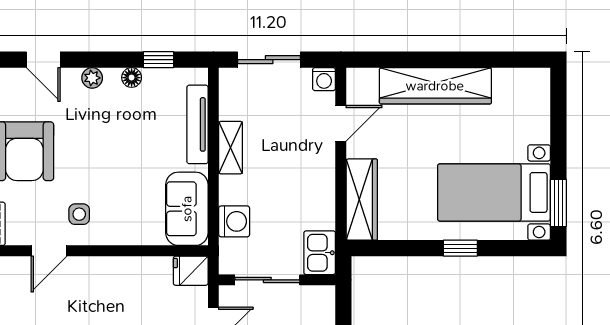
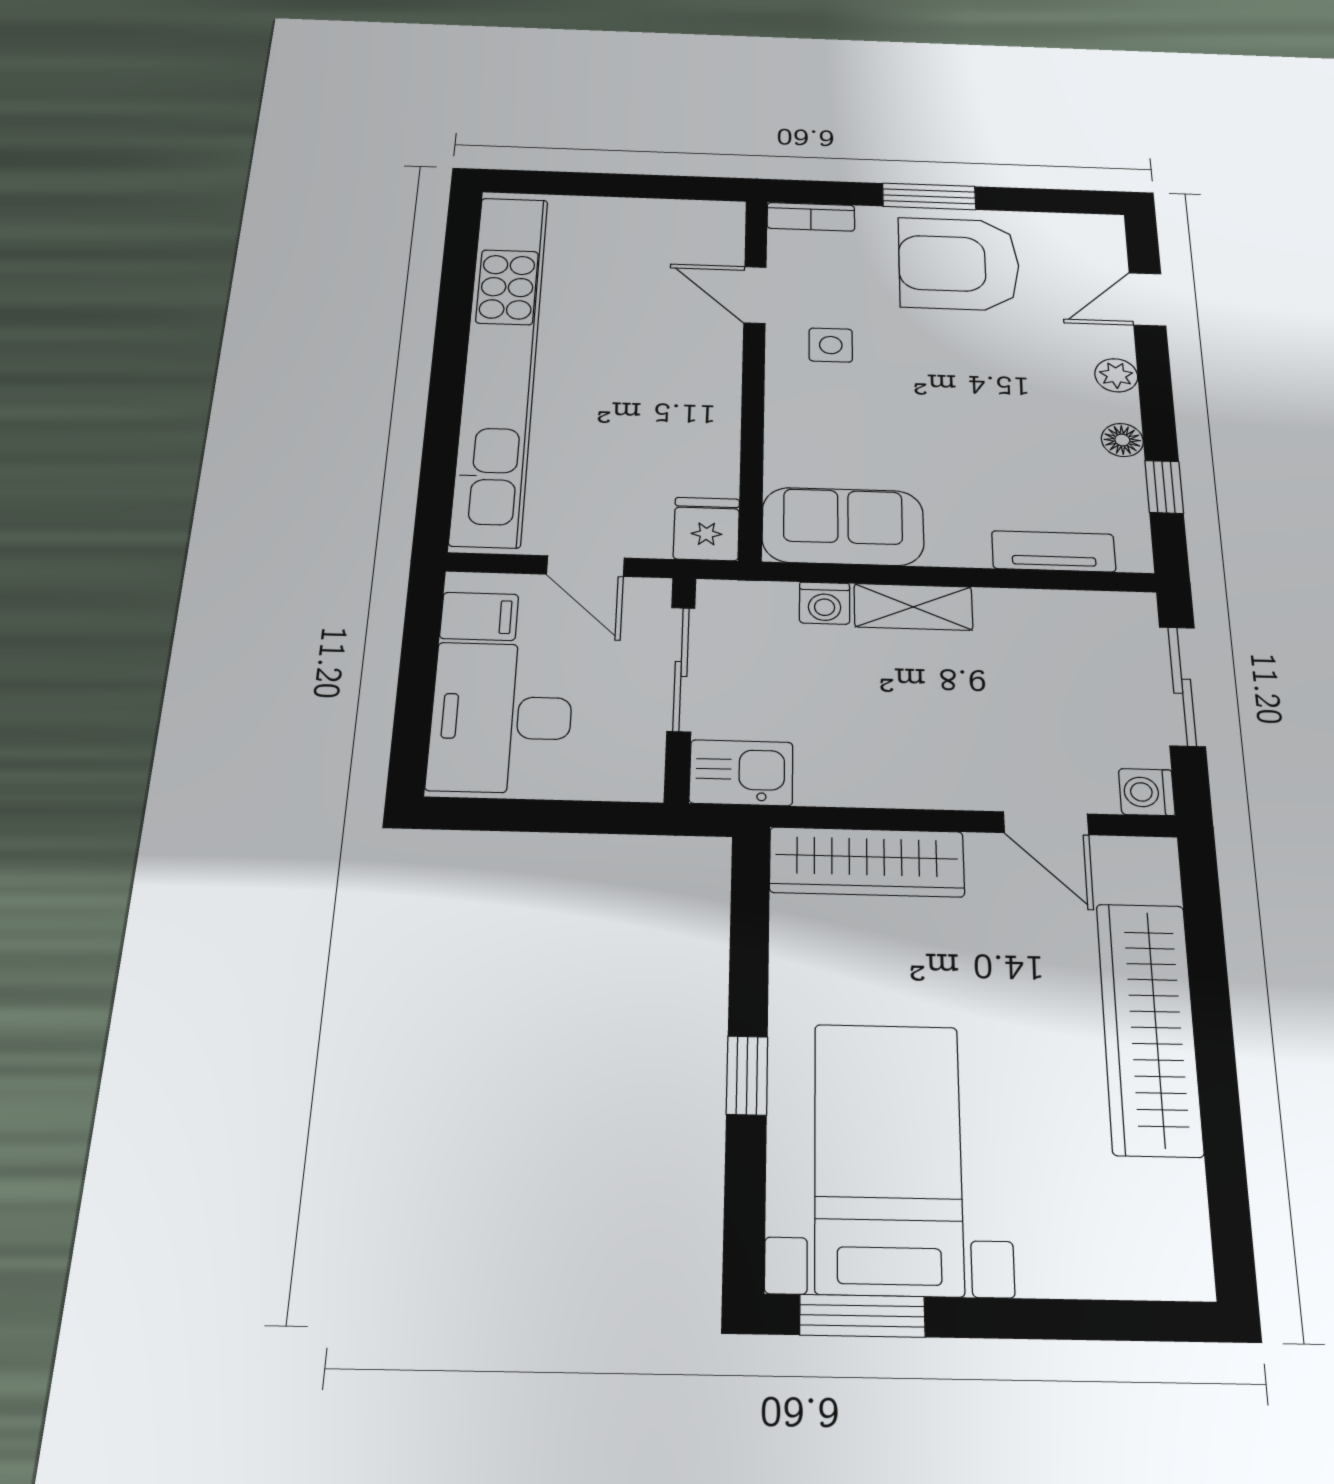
tv unit: (197, 124) -> (1054, 551), width x0.71
shelving: (231, 148) -> (913, 607), moved
washing machine: (234, 221) -> (825, 603), width x0.73, depth x0.73

